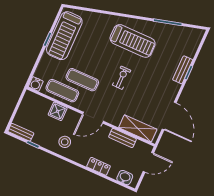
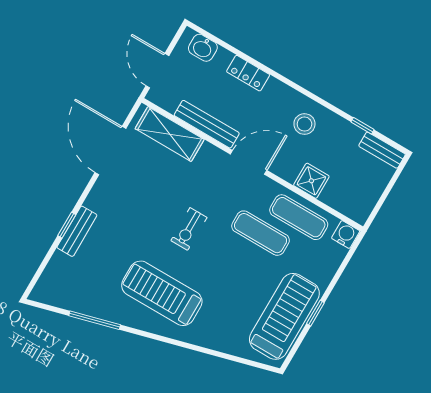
bench: (122, 138) -> (207, 124), width x1.36
door: (148, 162) -> (157, 71), hinge flipped

